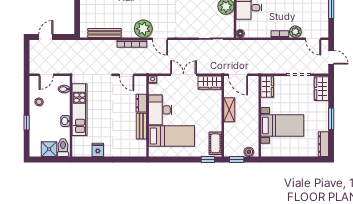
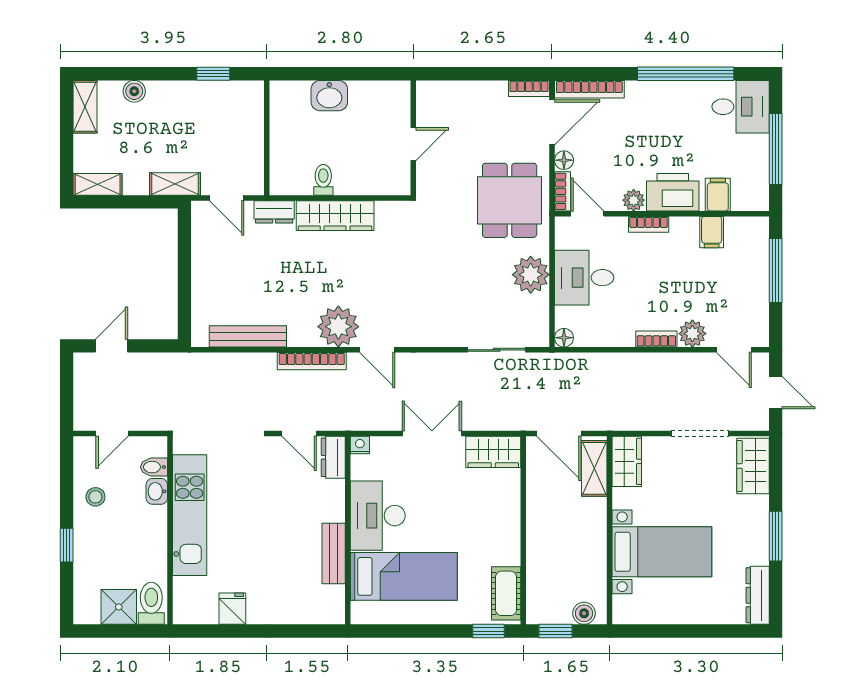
dresser: (141, 103) -> (333, 457), moved
shelving: (229, 110) -> (594, 468), moved
washbasin: (65, 121) -> (157, 491), moved

